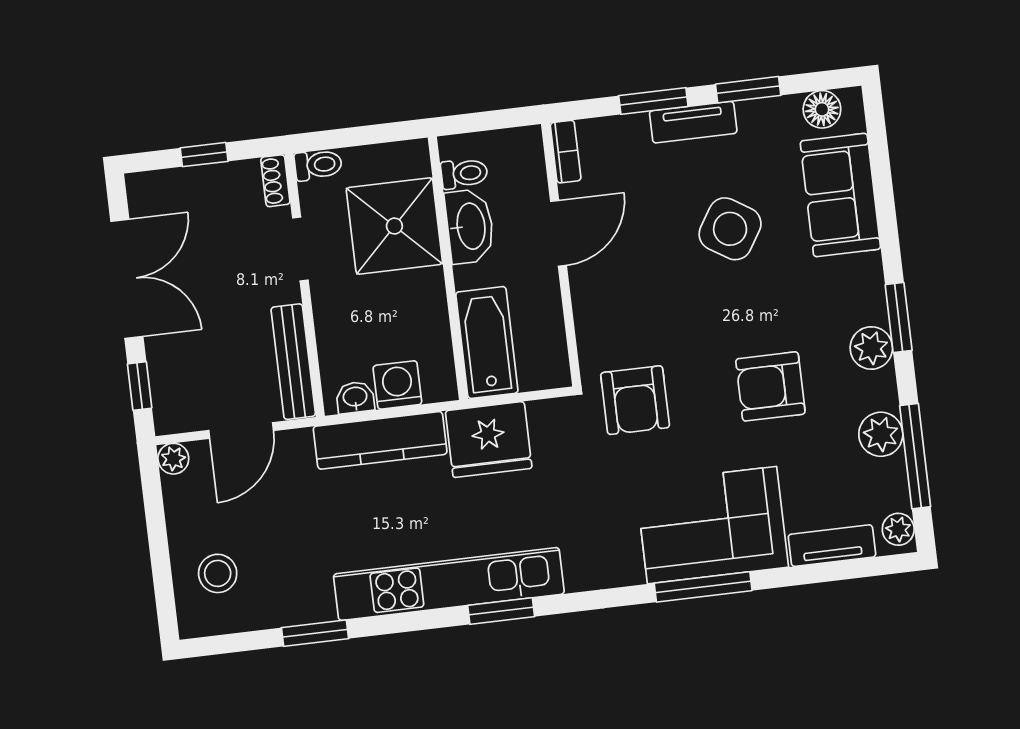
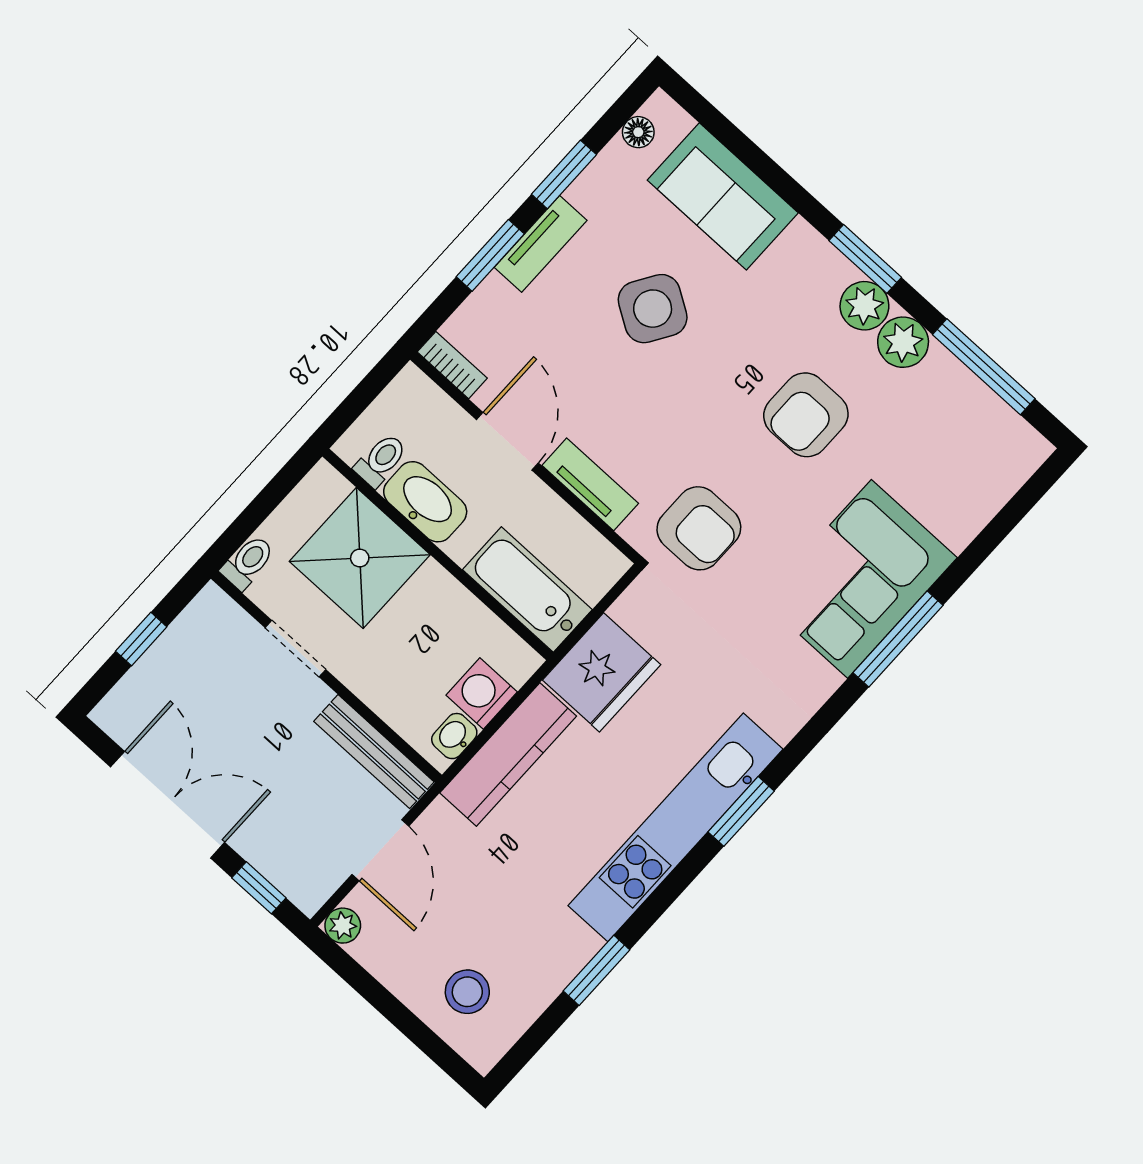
floor lamp: (822, 109) -> (638, 132), width x0.73, depth x0.73
shoe rack: (275, 181) -> (223, 608), removed
plant: (881, 434) -> (903, 342), moved
plant: (898, 529) -> (1024, 443), removed
tv unit: (832, 546) -> (590, 484), moved, turned 90

